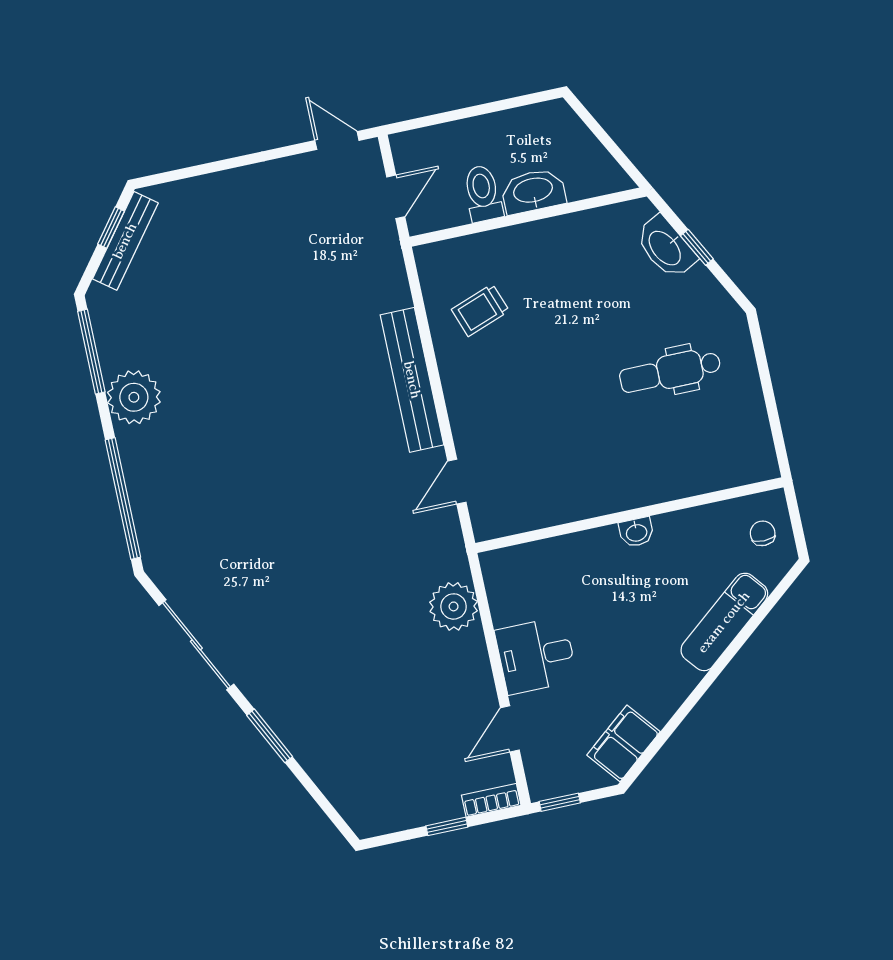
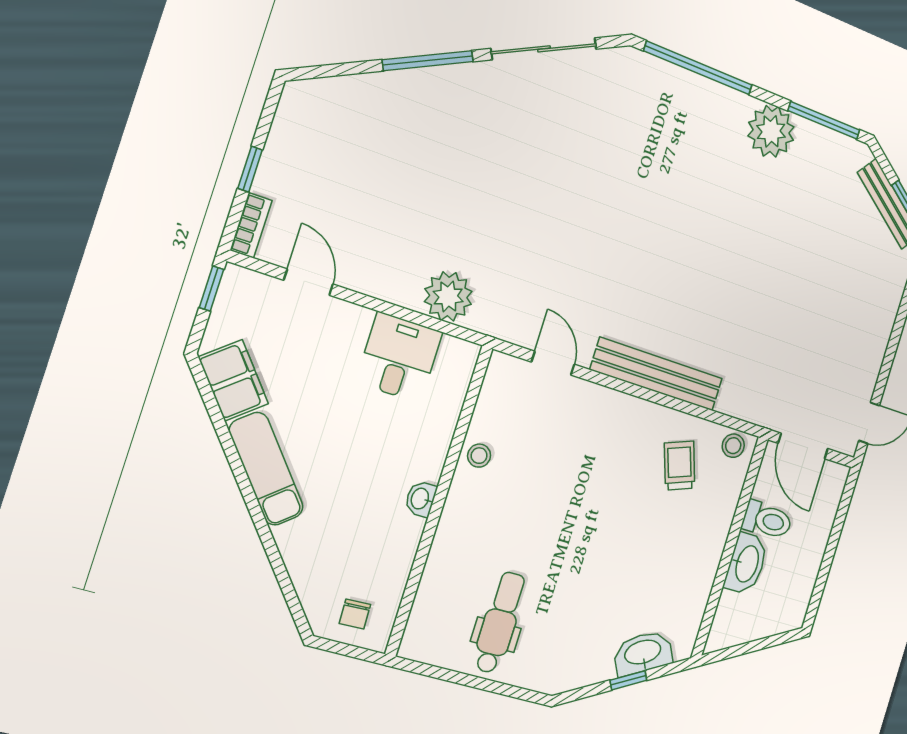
door: (396, 197) -> (803, 446), width x1.38
stool: (434, 268) -> (733, 446), added
dental chair: (670, 372) -> (500, 623), moved
stool: (572, 502) -> (479, 456), added
chair: (763, 533) -> (355, 614), turned 88
exam couch: (724, 622) -> (266, 469), moved
desk: (536, 656) -> (399, 357), moved
window: (270, 736) -> (428, 61), width x1.44

